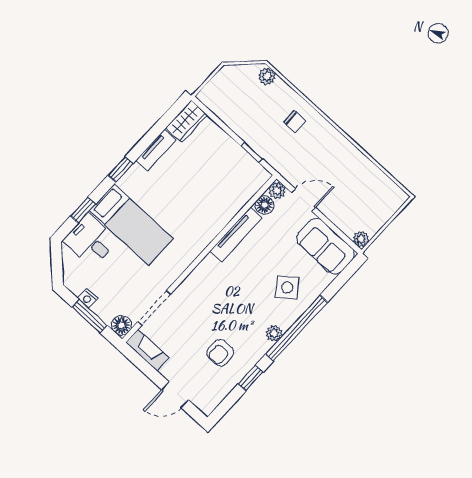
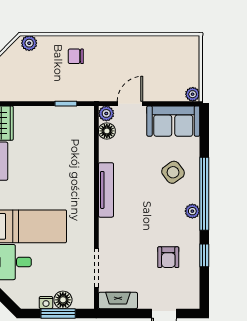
chair: (295, 122) -> (76, 56), turned 180
tv unit: (236, 234) -> (106, 190), moved
floor lamp: (121, 325) -> (63, 300), moved

